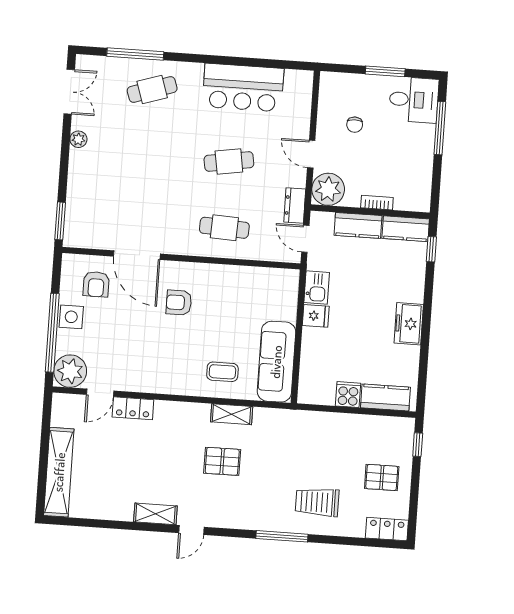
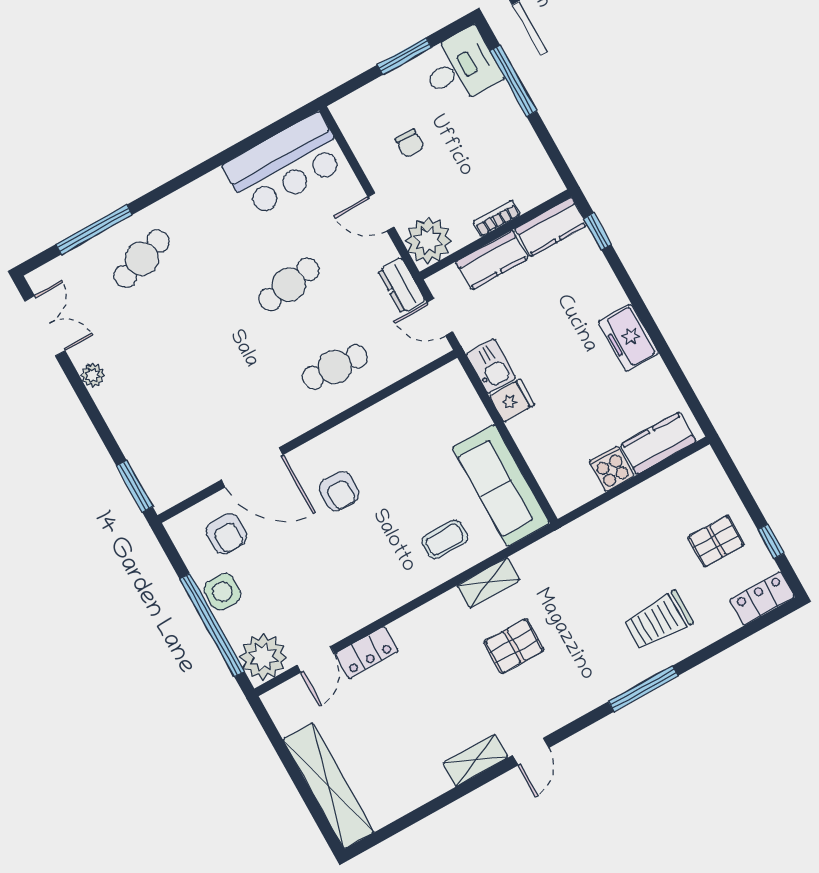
bar counter: (243, 88) -> (285, 165), moved
armchair: (179, 303) -> (339, 491), turned -90
window: (418, 445) -> (771, 541), moved

